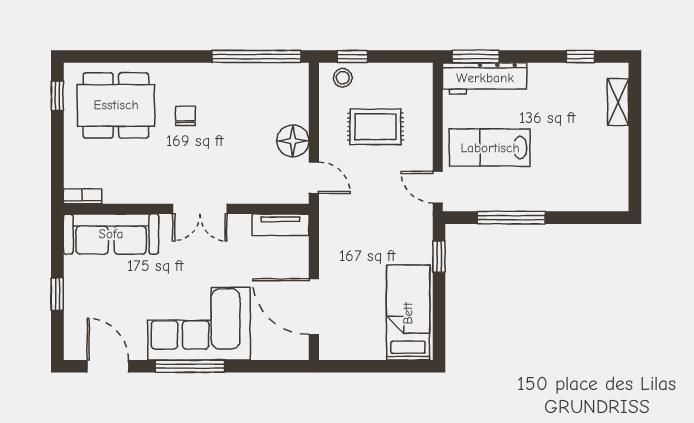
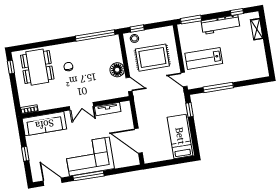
workbench: (485, 78) -> (221, 25), moved
dining table: (116, 105) -> (37, 67), turned 90
rug: (376, 127) -> (152, 58), width x1.36, depth x1.43
tv unit: (281, 225) -> (108, 109), moved

